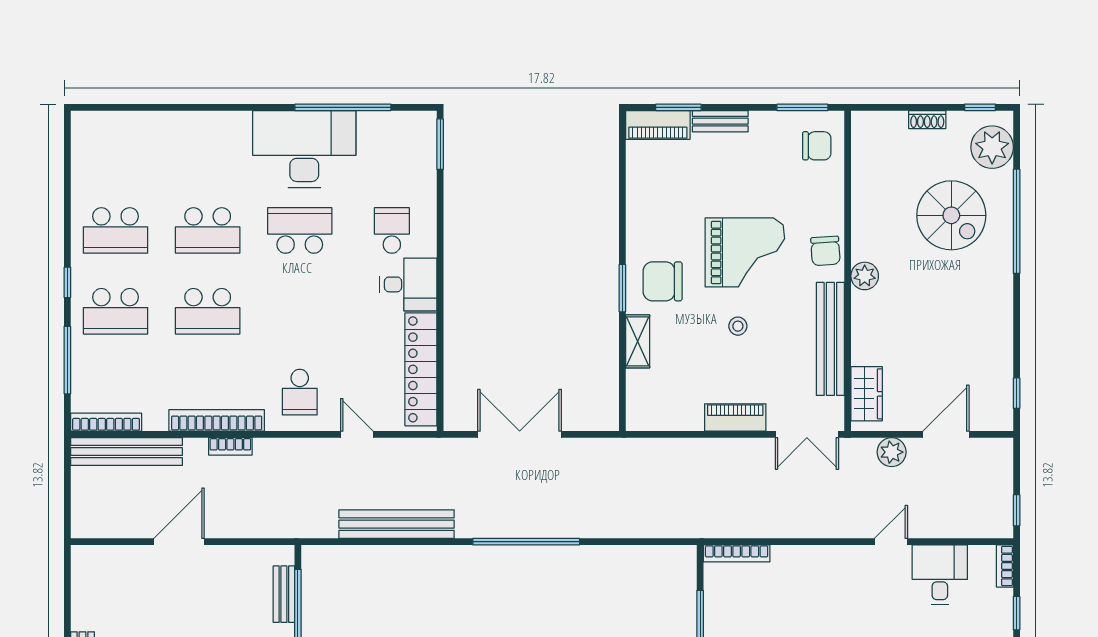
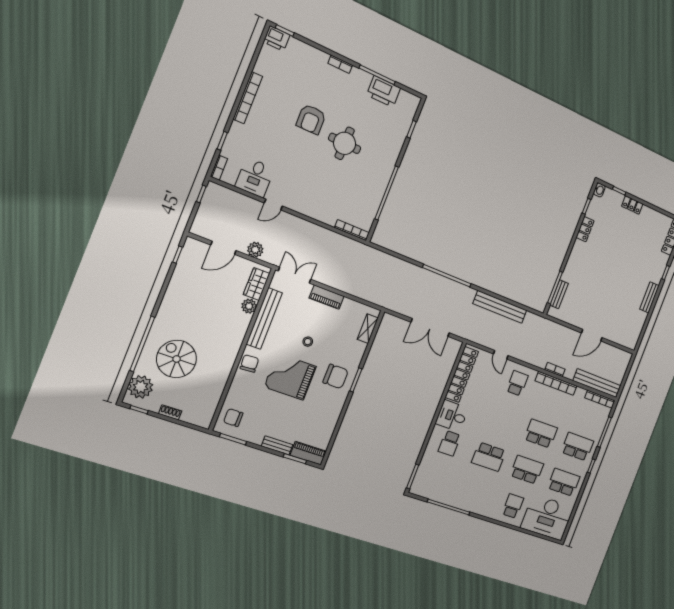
desk: (304, 149) -> (547, 517), moved
school desk: (208, 150) -> (513, 506), added
plant: (865, 276) -> (249, 306), moved
shelving: (638, 341) -> (368, 329), moved

